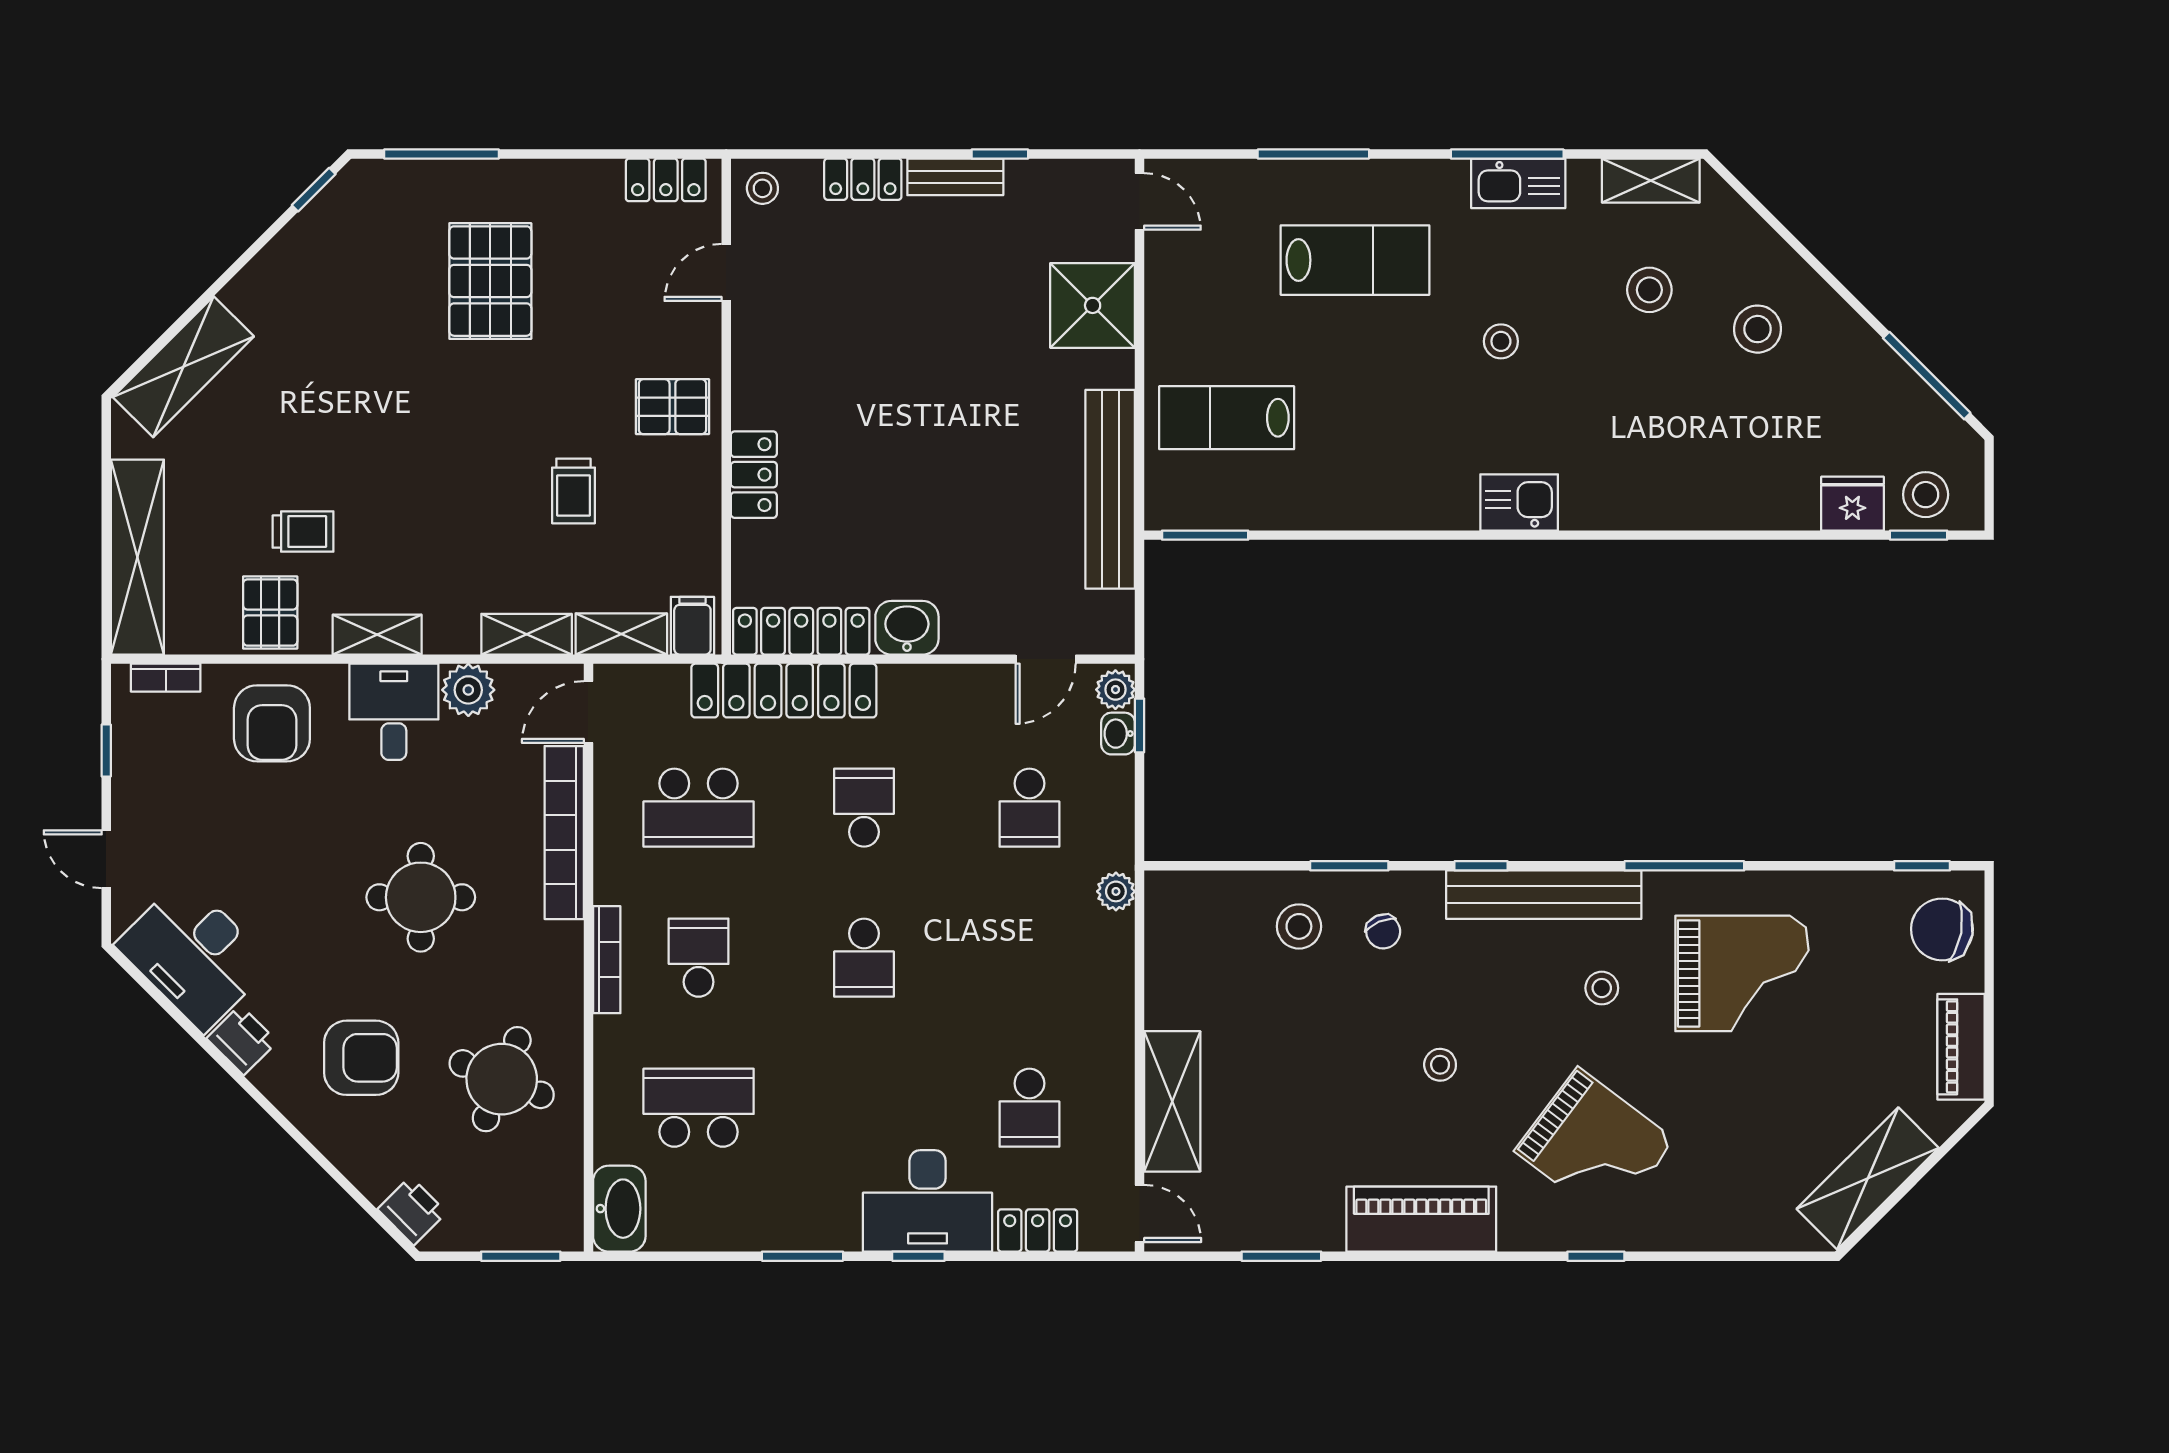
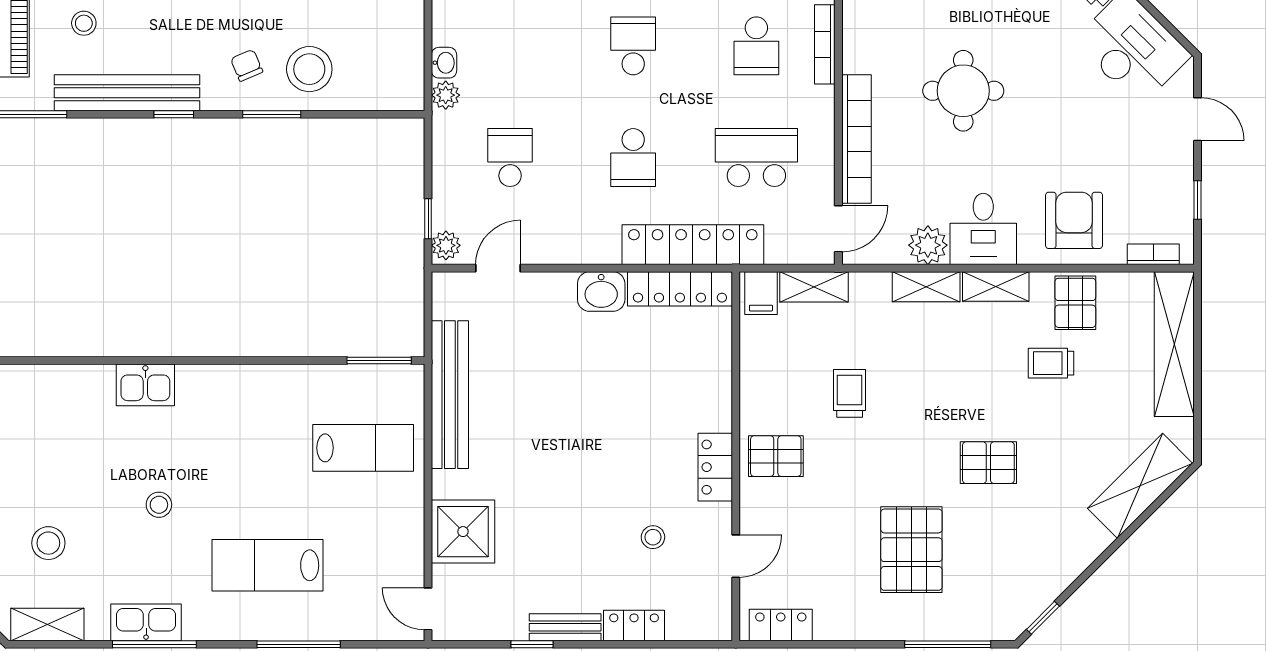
stool: (762, 188) -> (653, 537), moved
pallet: (387, 398) -> (988, 463), added
locker: (754, 475) -> (715, 467), moved
shelving: (527, 634) -> (926, 287), moved
washbasin: (1118, 734) -> (444, 63), moved
stool: (1299, 926) -> (309, 69), width x1.38, depth x1.38

